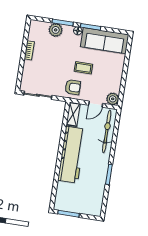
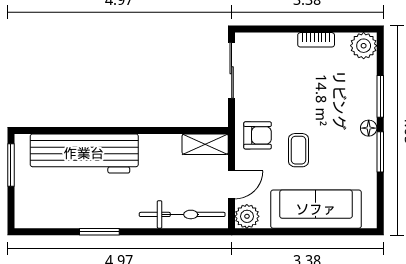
plant: (56, 30) -> (364, 46), moved
sofa: (105, 41) -> (316, 209), moved, turned 90
armchair: (73, 87) -> (258, 135), turned -90
door: (96, 104) -> (232, 185), swing flipped
workbench: (72, 155) -> (84, 153), moved

